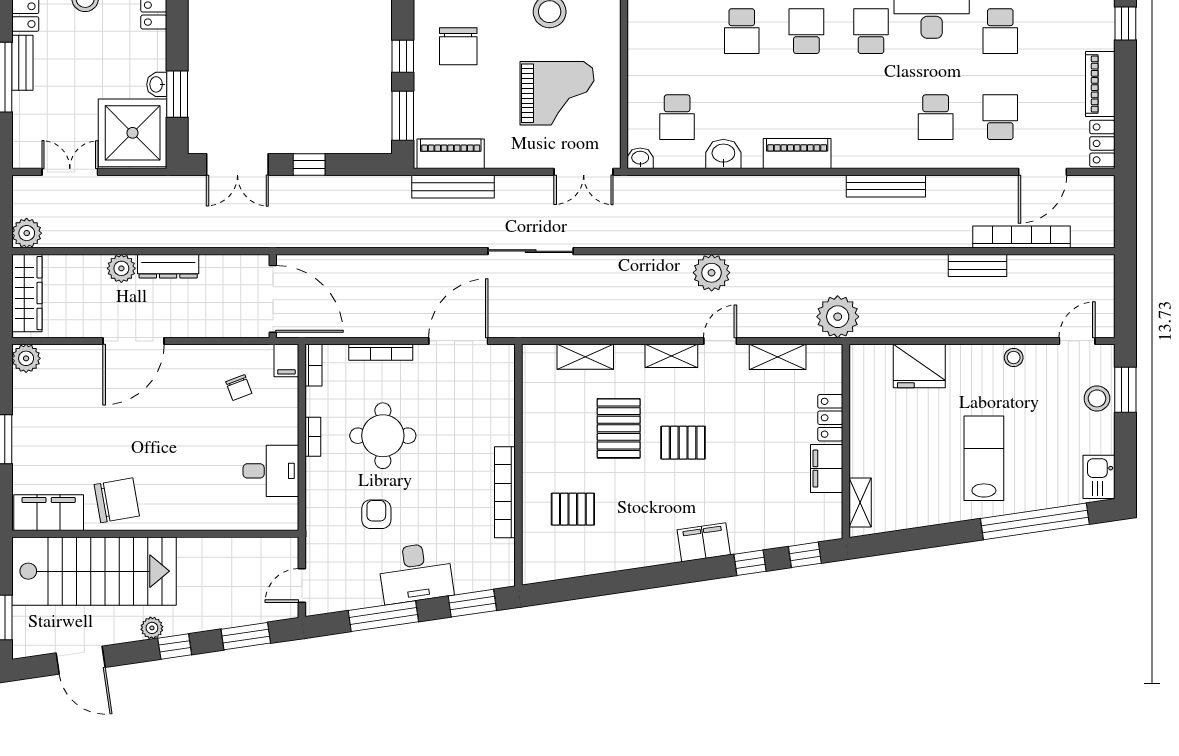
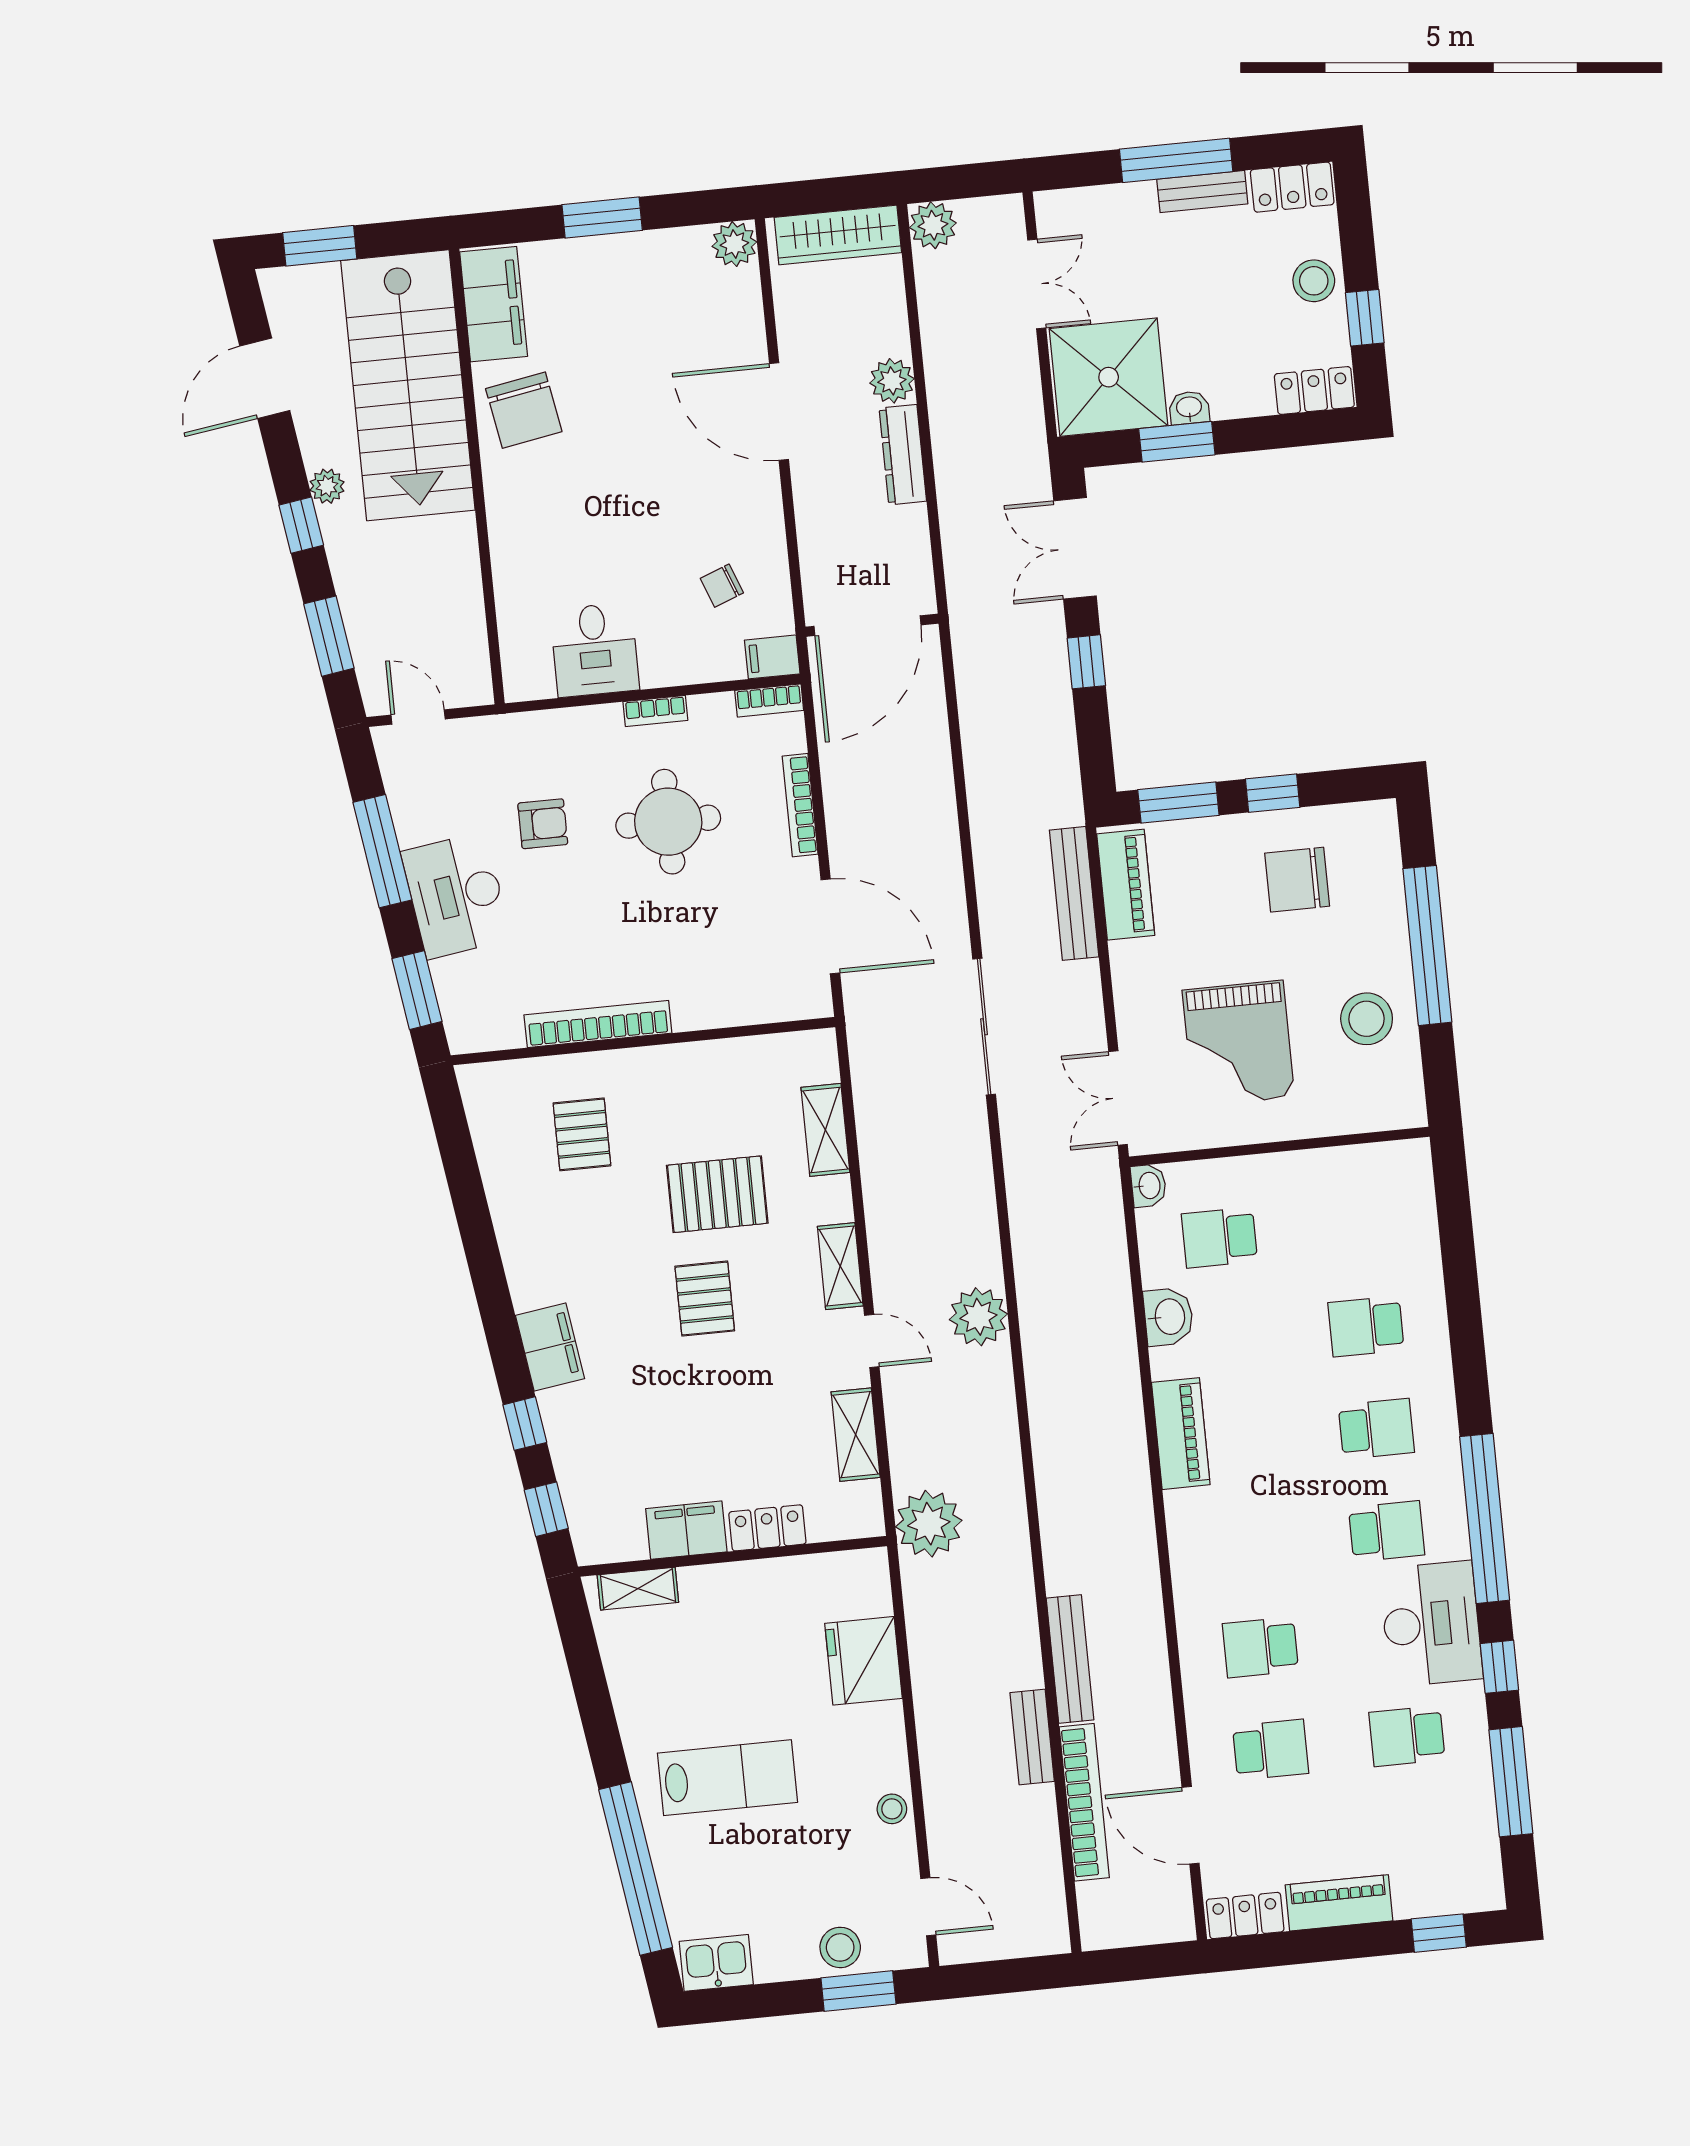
bench: (886, 186) -> (1070, 1659), moved

